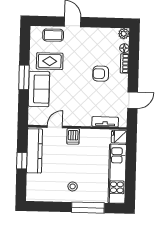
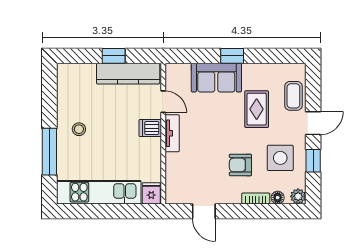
window: (99, 23) -> (313, 161), added
side table: (96, 46) -> (280, 158), added
rug: (50, 61) -> (257, 109), moved
armchair: (101, 74) -> (240, 165), turned -90
window: (24, 77) -> (232, 56), width x0.67
tv unit: (105, 122) -> (172, 133), moved

